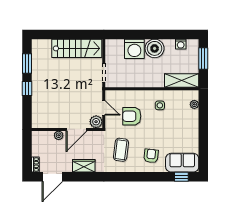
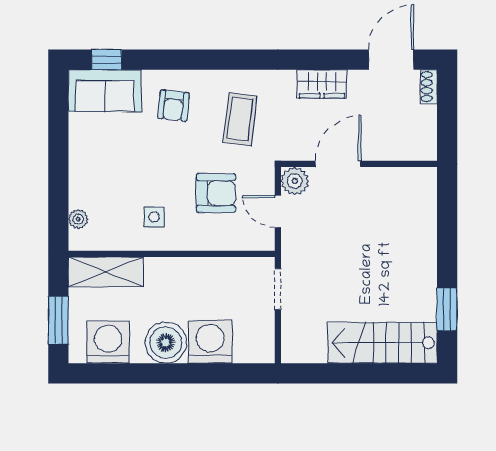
washing machine: (181, 44) -> (108, 342), width x1.89, depth x1.89
stairs: (77, 48) -> (382, 343), moved
window: (27, 88) -> (447, 254), removed
plant: (59, 135) -> (377, 151), removed

